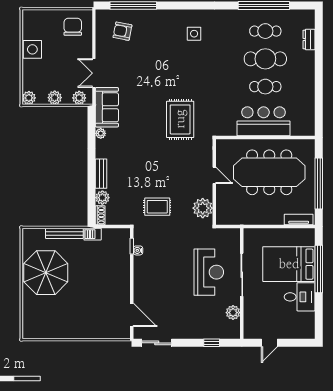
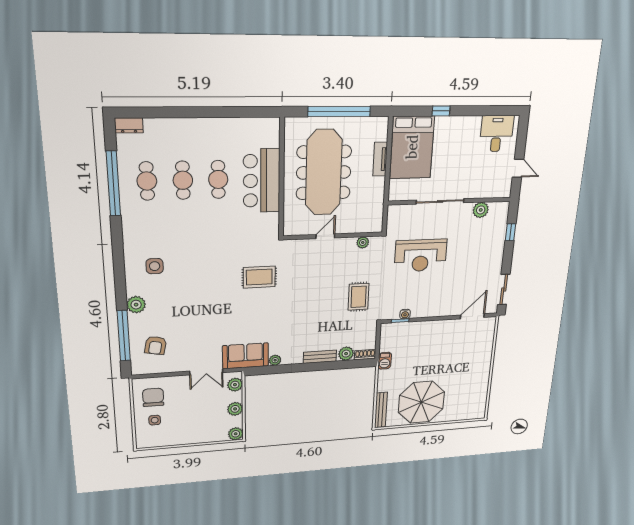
plant: (161, 17) -> (136, 305), added
chair: (73, 27) -> (153, 397), turned 90
dresser: (309, 39) -> (129, 125), moved
side table: (32, 49) -> (155, 420), moved, width x0.54, depth x0.54
cafe table: (265, 59) -> (183, 180), width x0.73, depth x0.74
rug: (180, 119) -> (259, 277), width x0.73, depth x0.70
plant: (203, 208) -> (363, 242), width x0.53, depth x0.53
tv unit: (299, 220) -> (380, 159), moved
bench: (64, 233) -> (381, 410), moved
bed: (289, 264) -> (412, 147), moved
window: (319, 269) -> (441, 111), width x0.32
reception desk: (209, 272) -> (421, 255), moved, turned 180
desk: (300, 297) -> (497, 134), moved

